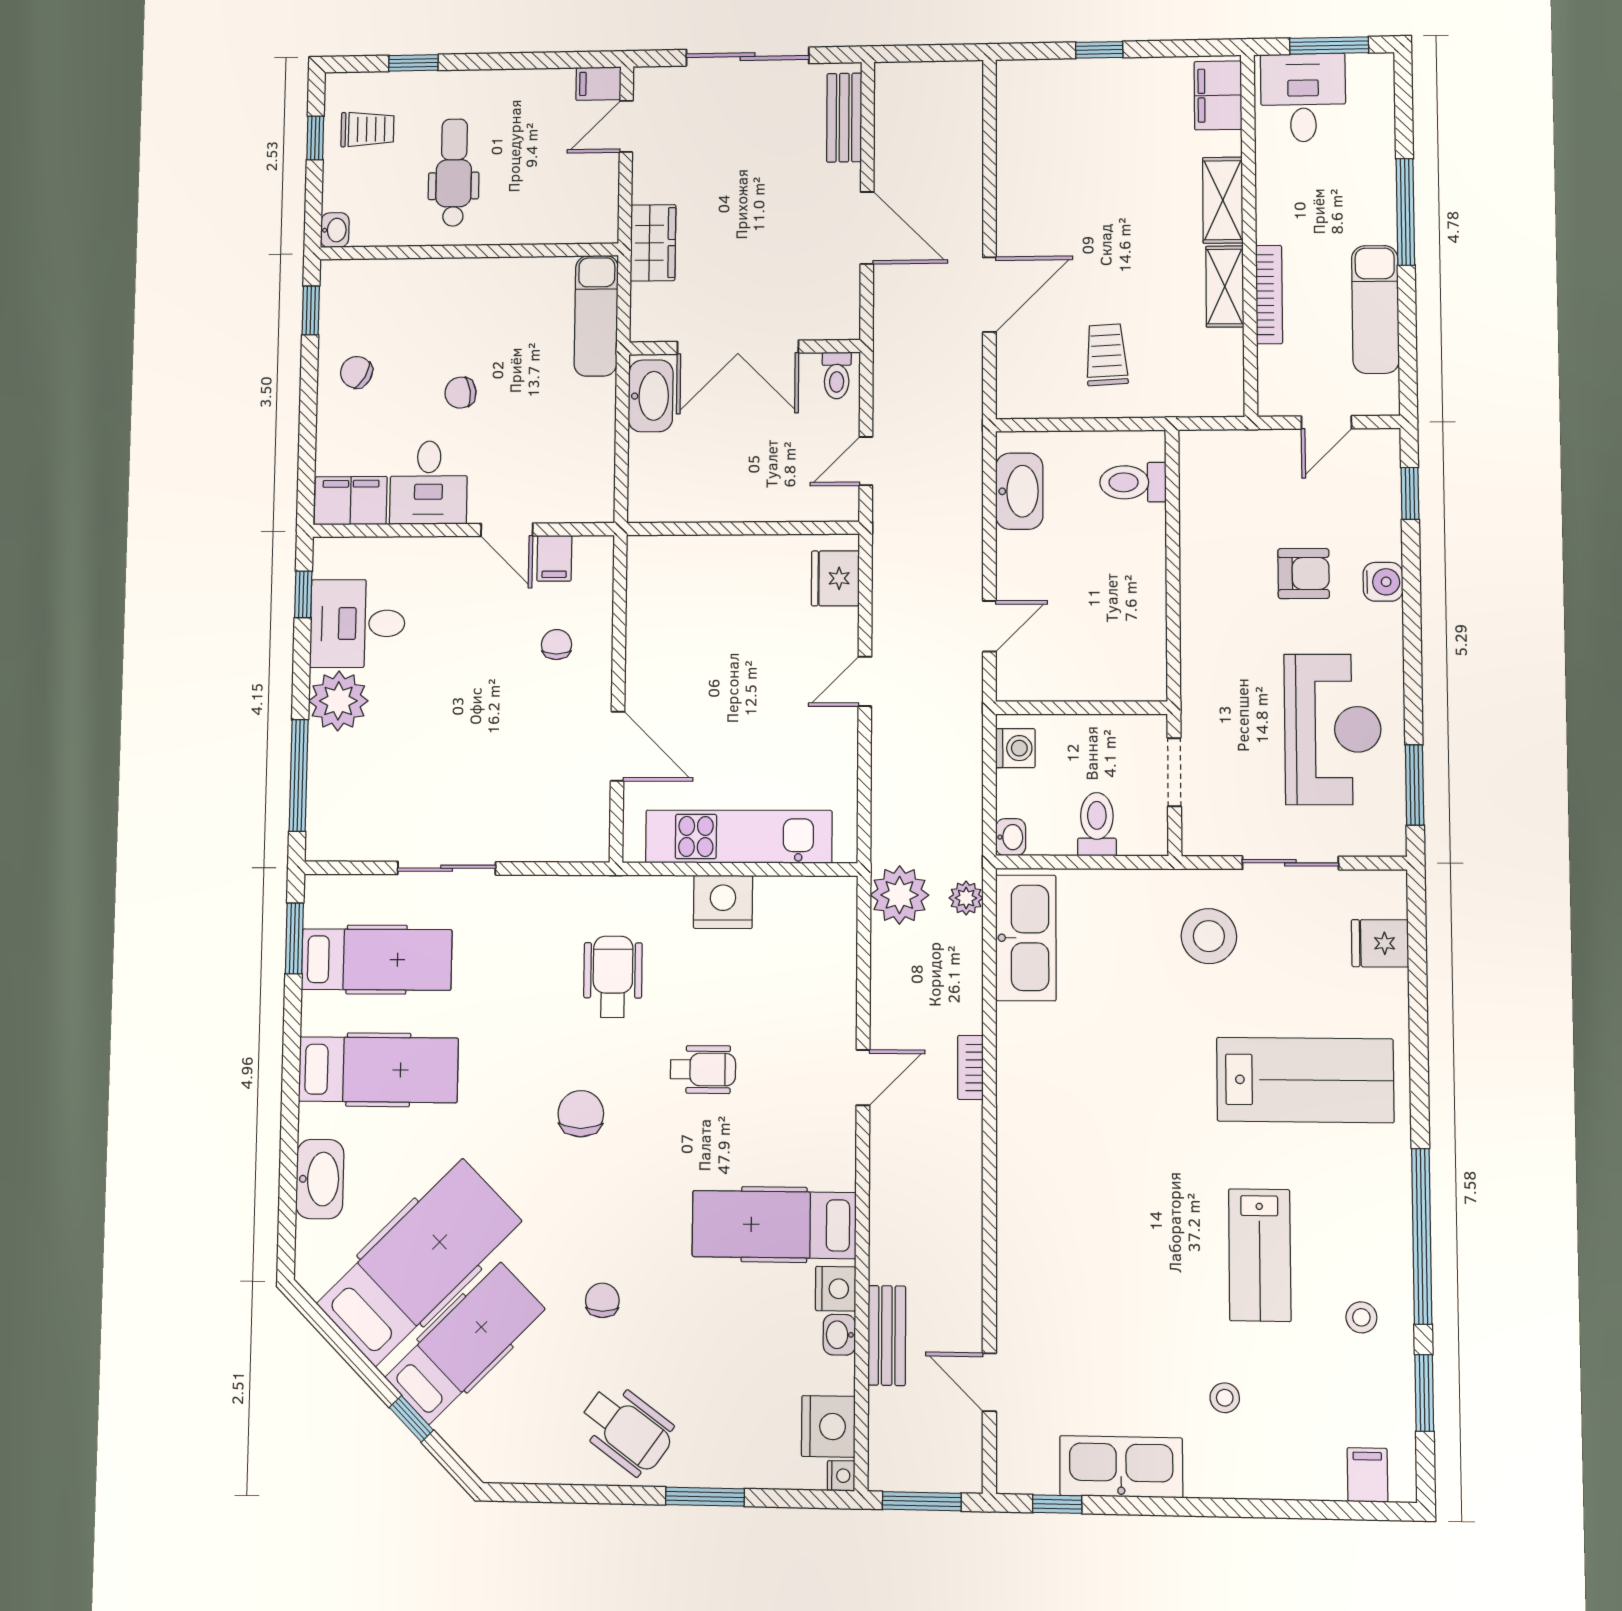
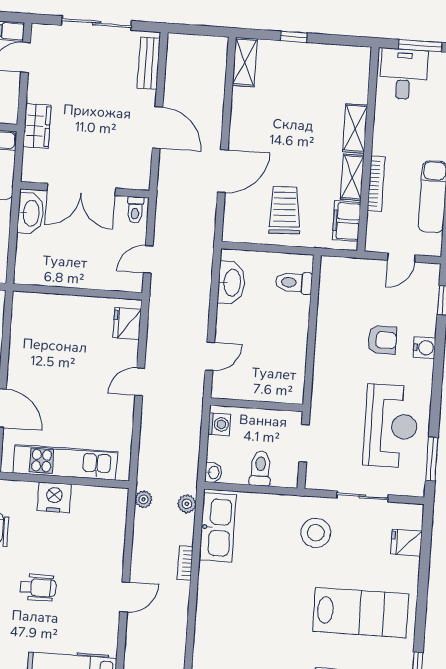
filing cabinet: (1218, 95) -> (346, 221), moved
shelving: (1015, 101) -> (245, 62), added
trolley: (1106, 355) -> (285, 210), width x1.36, depth x1.39
plant: (899, 895) -> (143, 499), width x0.53, depth x0.53
bookcase: (970, 1067) -> (185, 563), moved

